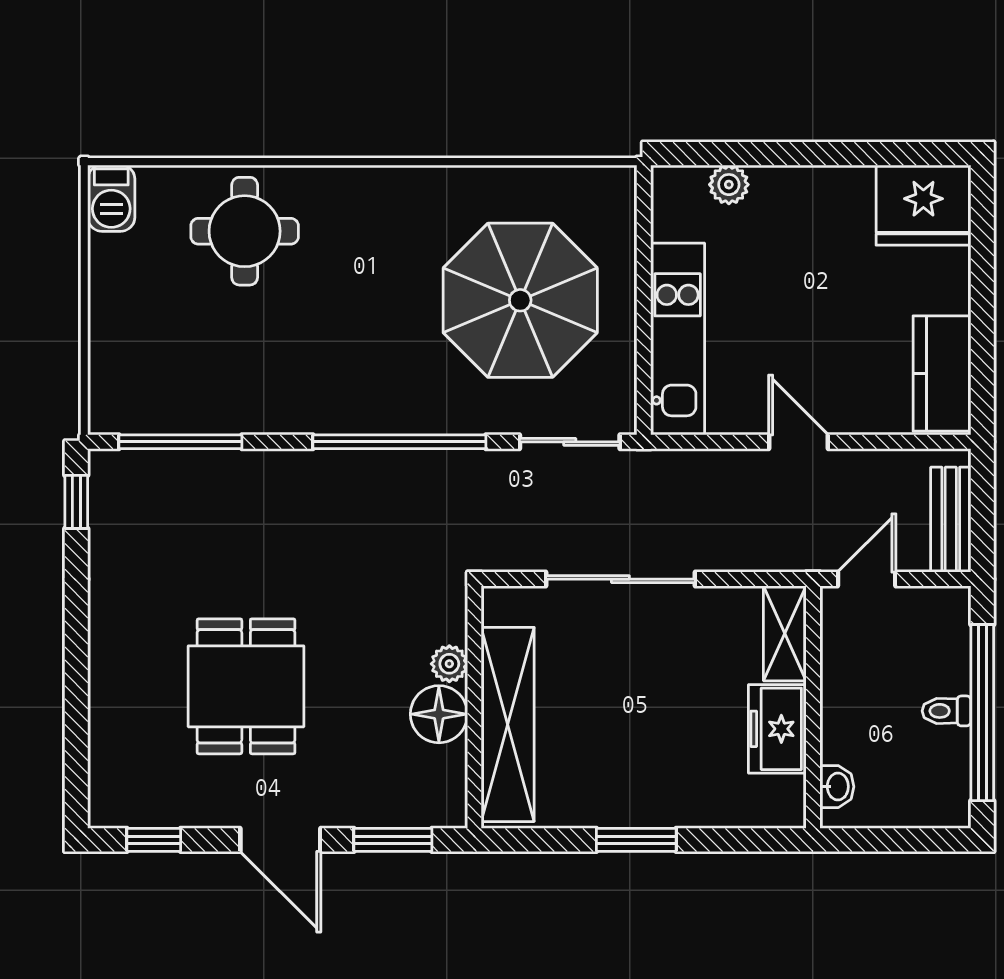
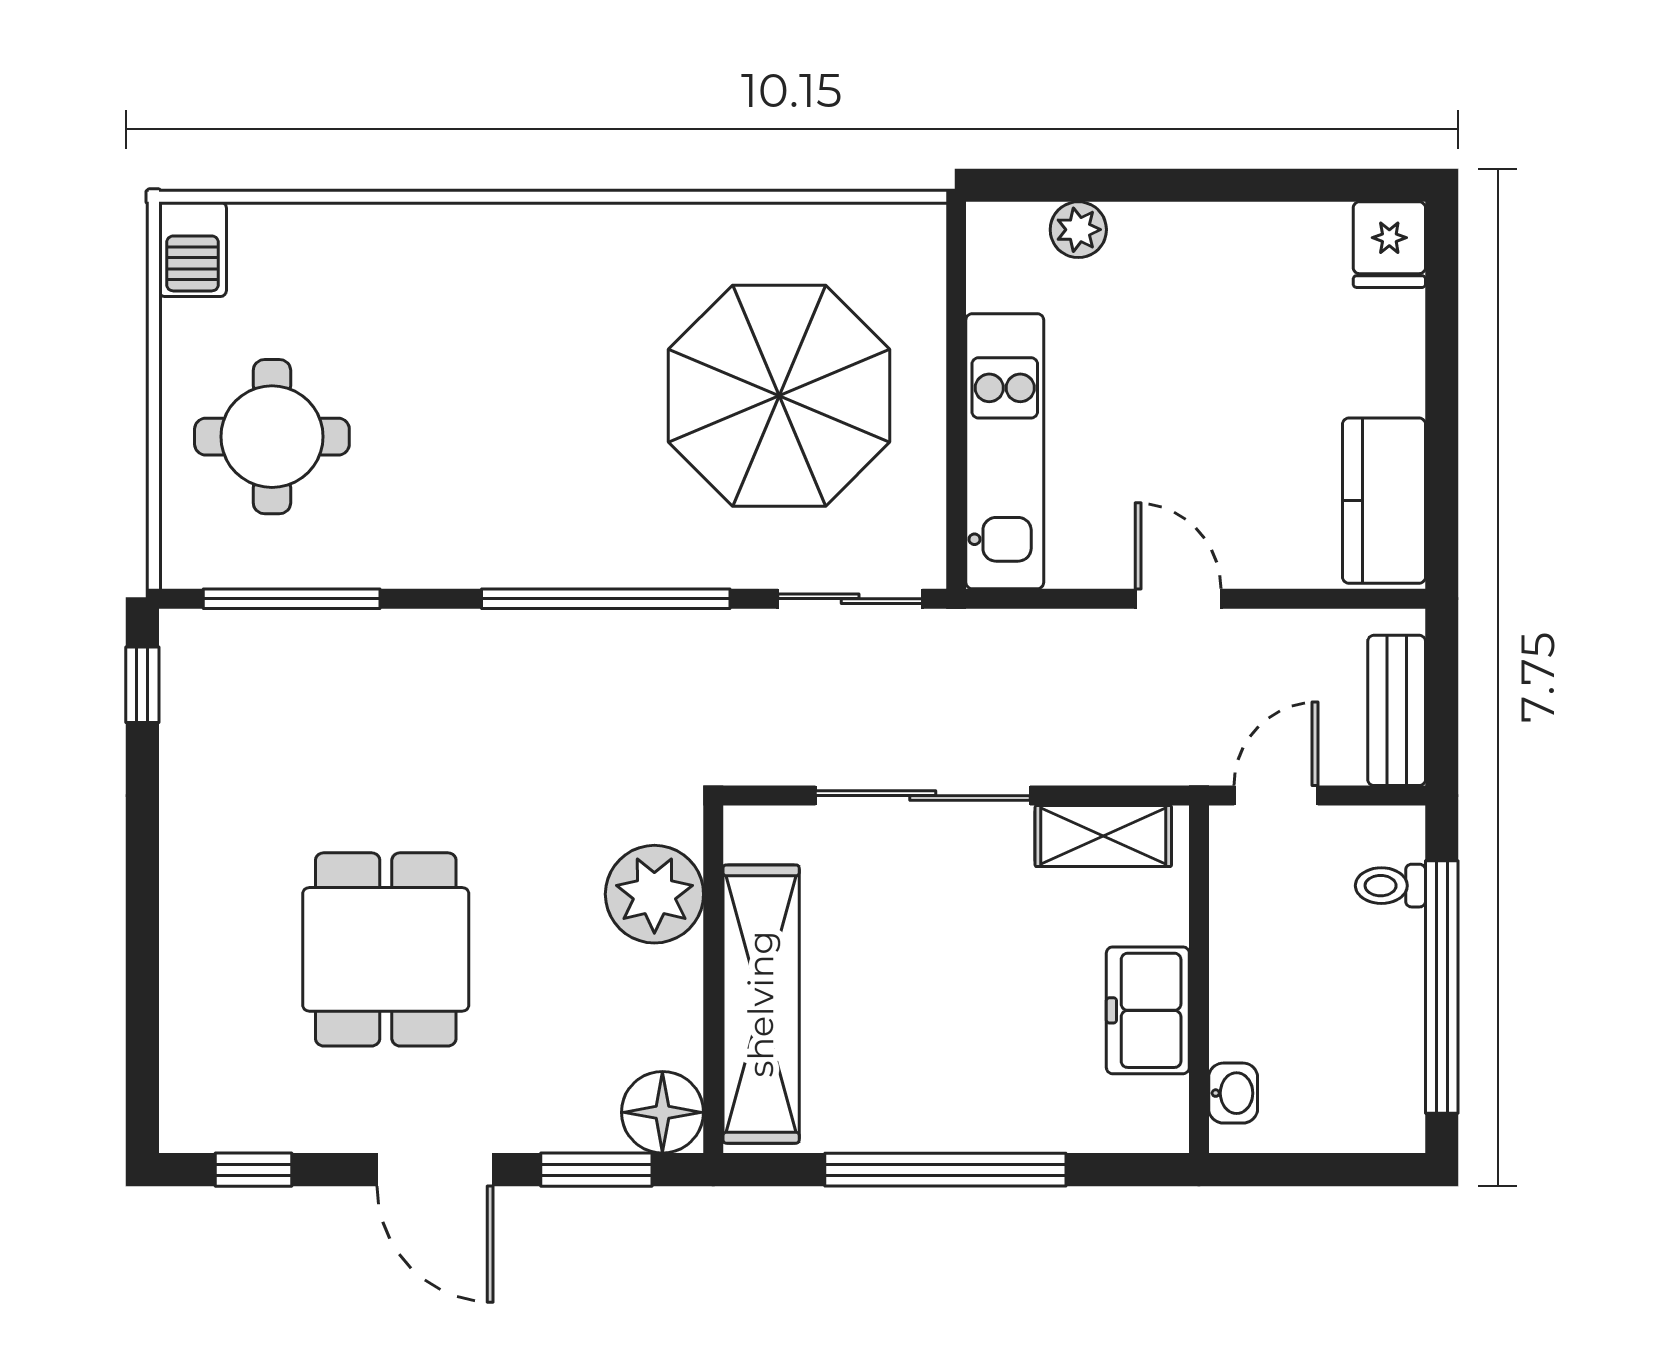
fridge: (923, 205) -> (1389, 245), width x0.53, depth x0.75
round table: (245, 231) -> (272, 437), moved
shelving: (785, 633) -> (1103, 836), moved, turned 90
plant: (449, 664) -> (654, 894), width x1.88, depth x1.88
toilet: (946, 711) -> (1390, 886), moved
floor lamp: (439, 714) -> (662, 1112), moved
window: (636, 840) -> (945, 1170), width x2.11

